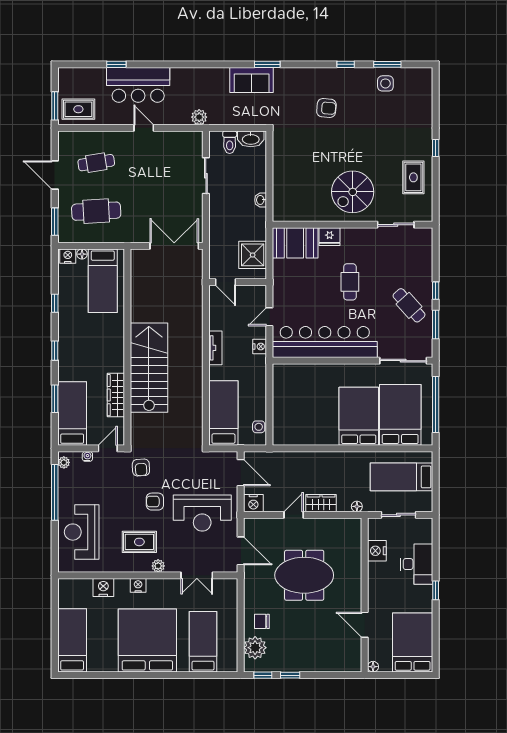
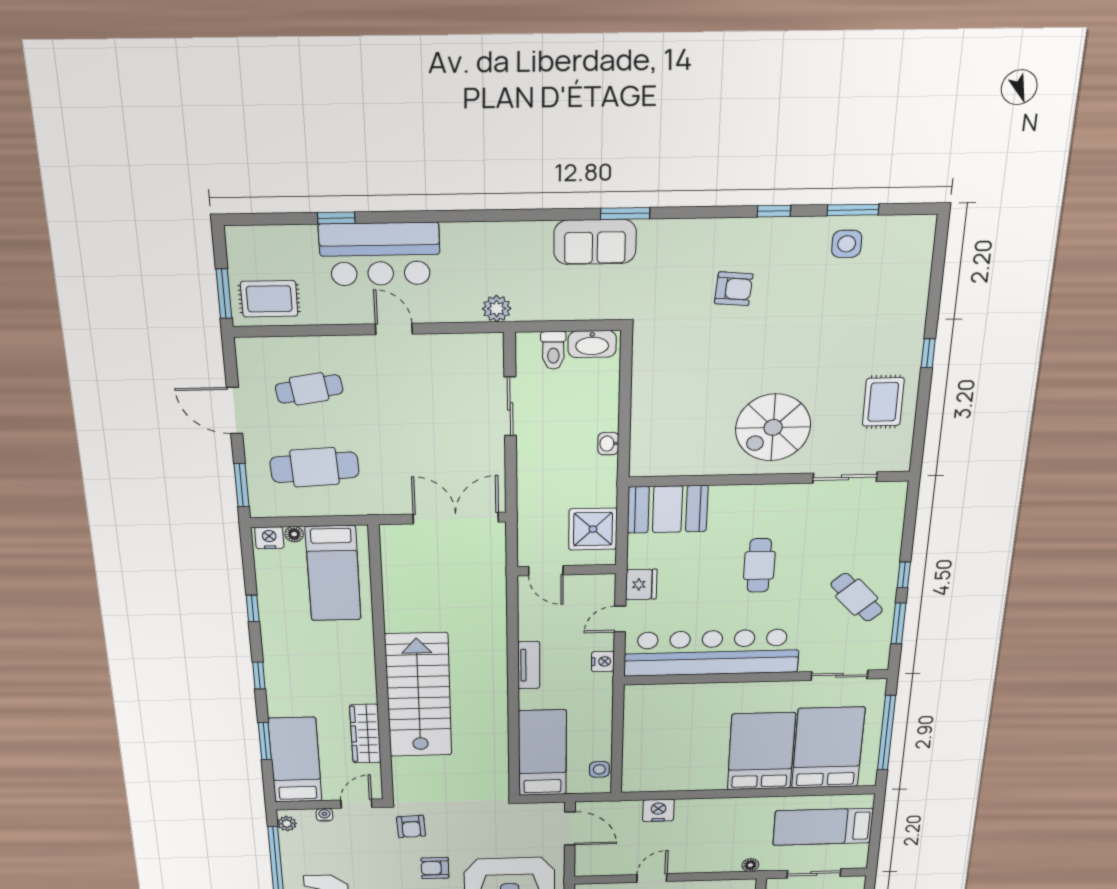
fridge: (329, 237) -> (641, 584), moved, turned -90
sliding door: (403, 361) -> (839, 675), width x0.73
nightstand: (253, 503) -> (658, 810), moved, turned 180
wardrobe: (321, 503) -> (695, 862), removed

